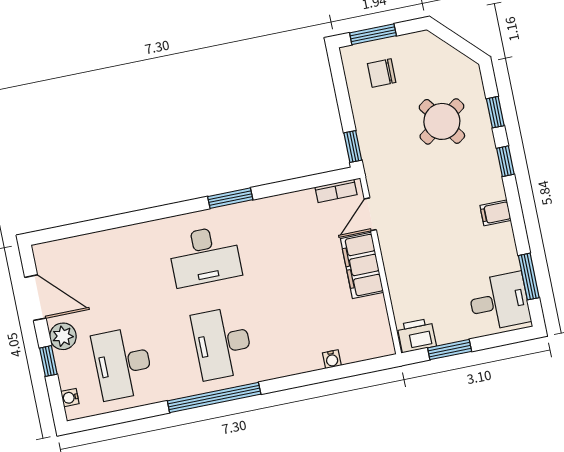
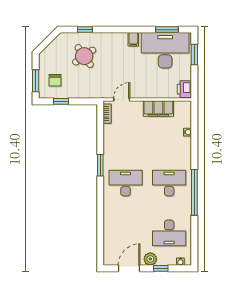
window: (353, 147) -> (61, 101), moved
window: (505, 161) -> (109, 30), removed
door: (370, 214) -> (122, 100), swing flipped
desk: (205, 256) -> (126, 183), turned -90
filing cabinet: (362, 265) -> (158, 109), moved
desk: (499, 302) -> (165, 50), width x1.87, depth x1.30
desk: (222, 343) -> (169, 183), turned 180
window: (450, 350) -> (194, 55), moved

